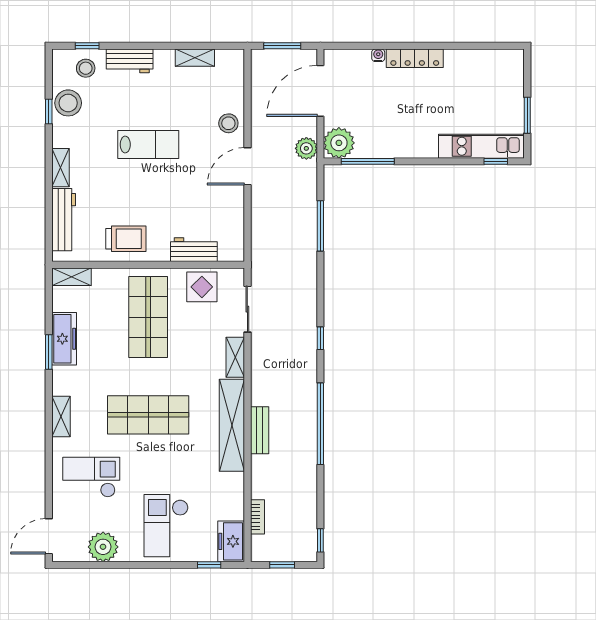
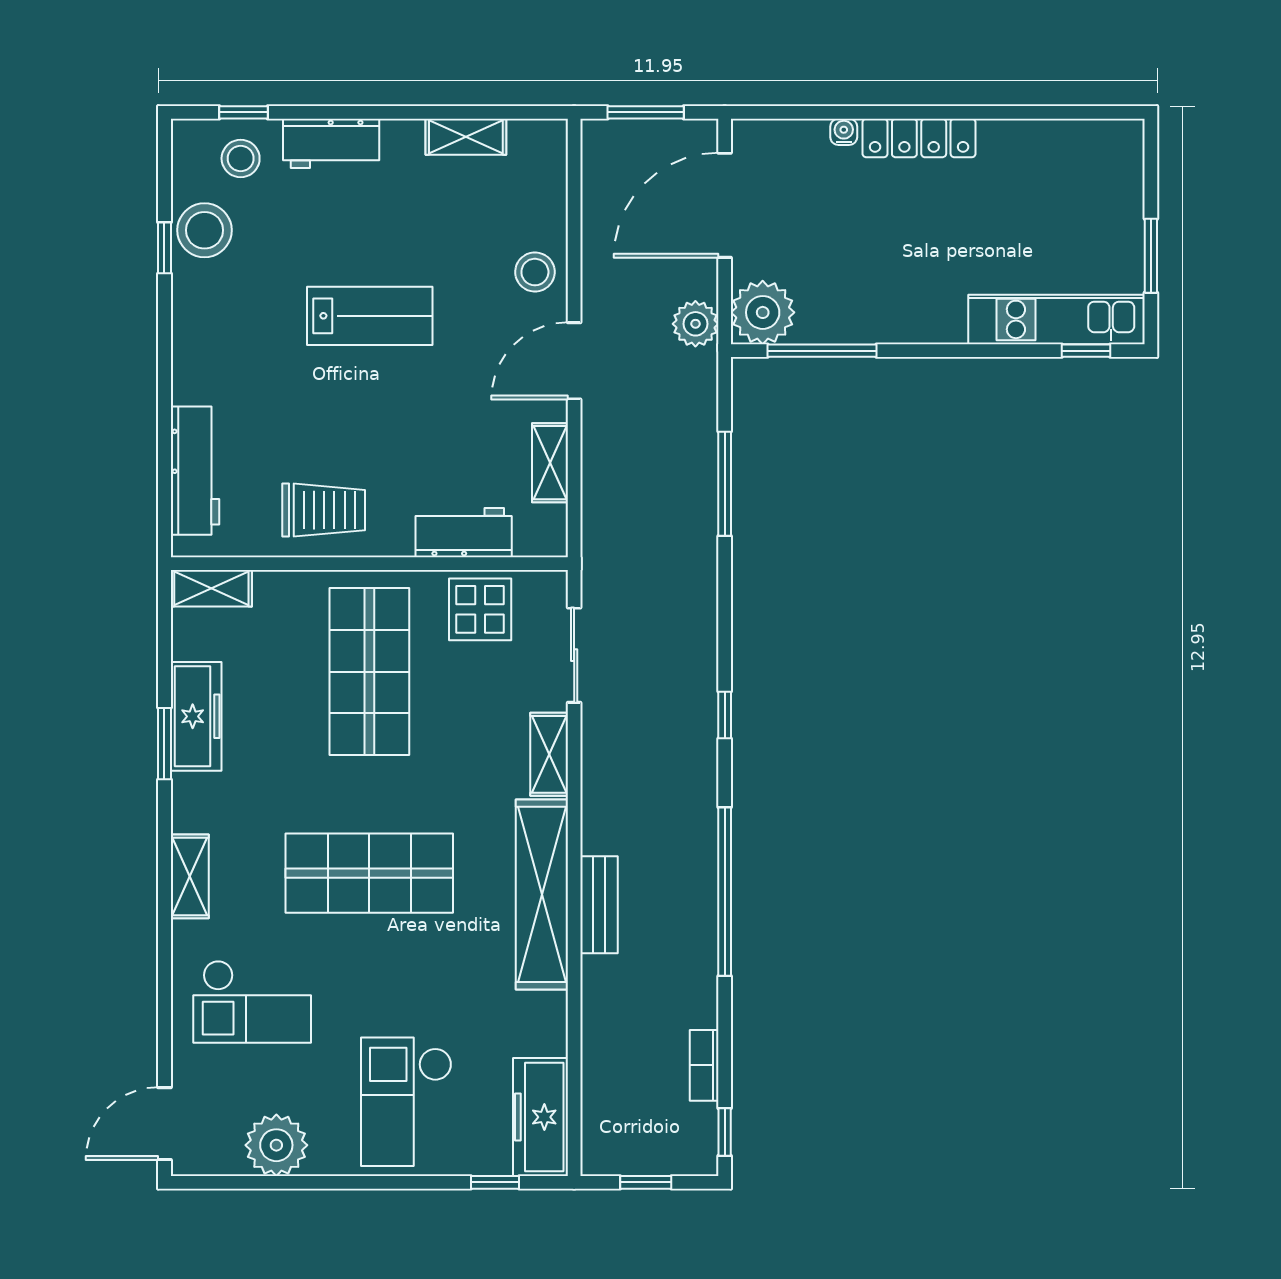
shelving: (60, 168) -> (550, 463), moved
checkout: (91, 477) -> (252, 1002), turned 180
bookcase: (257, 517) -> (704, 1065), moved, turned 180
freezer: (231, 541) -> (540, 1117), width x1.40

